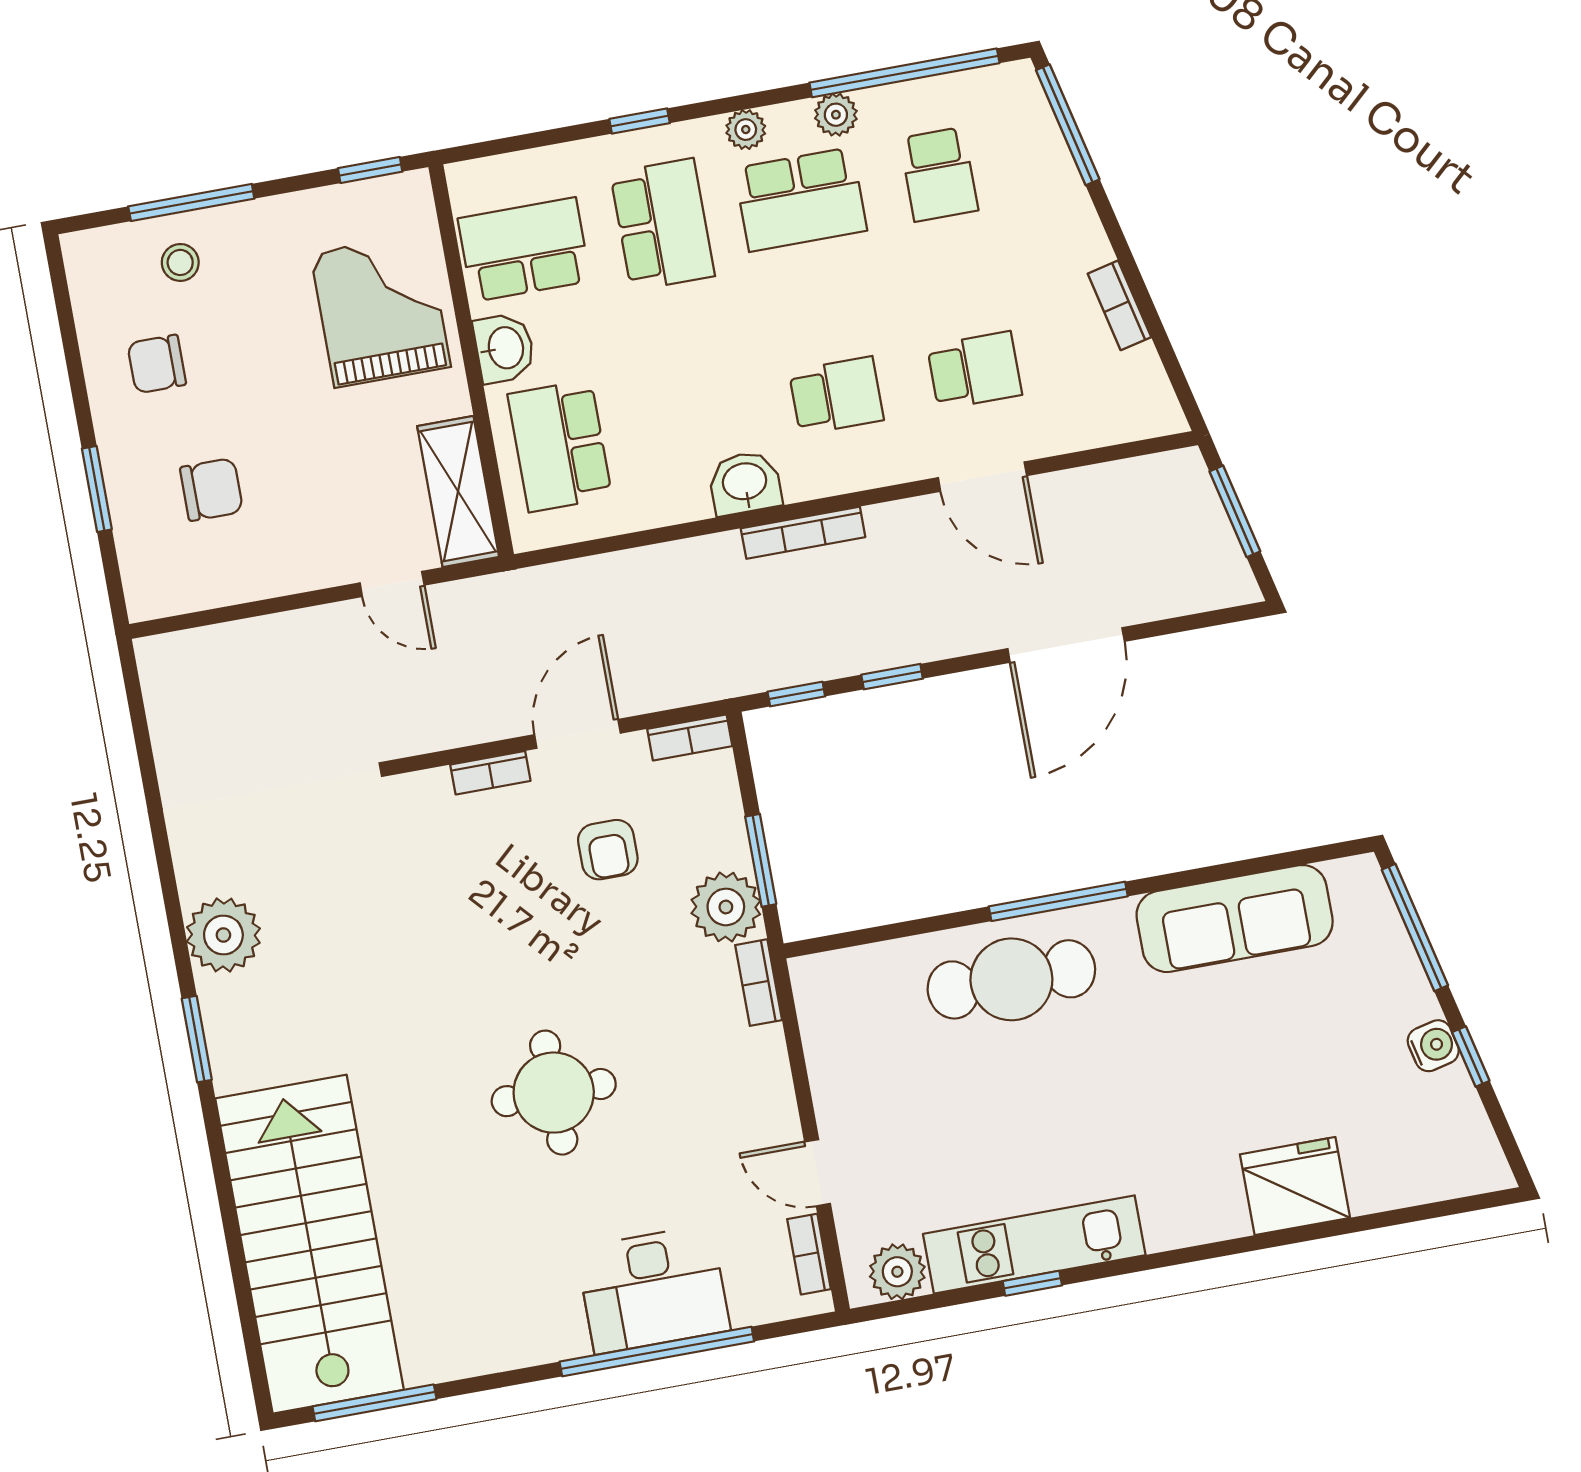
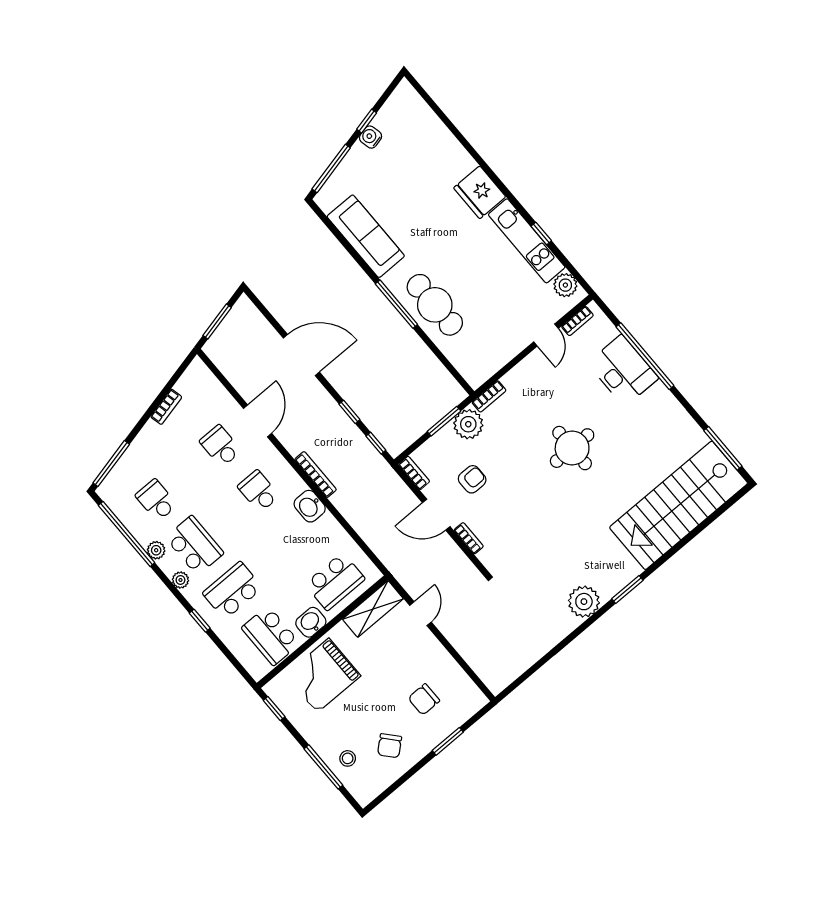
school desk: (939, 174) -> (156, 500), turned -90
chair: (157, 364) -> (390, 746), turned 49
chair: (211, 490) -> (424, 699), turned -90
fridge: (1295, 1186) -> (480, 192), moved

